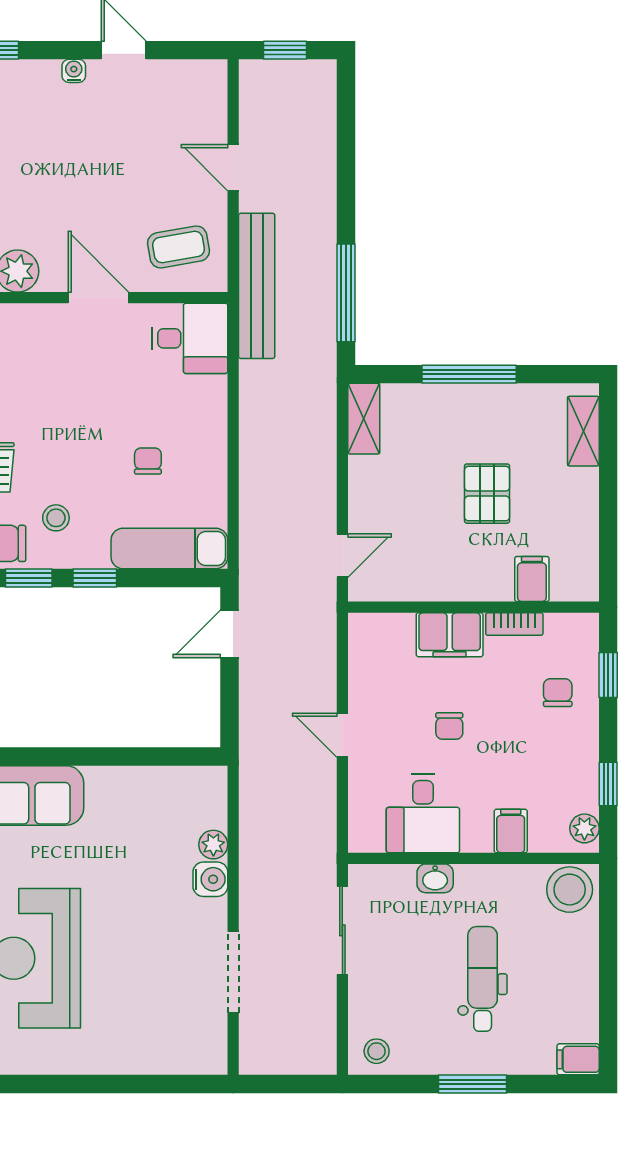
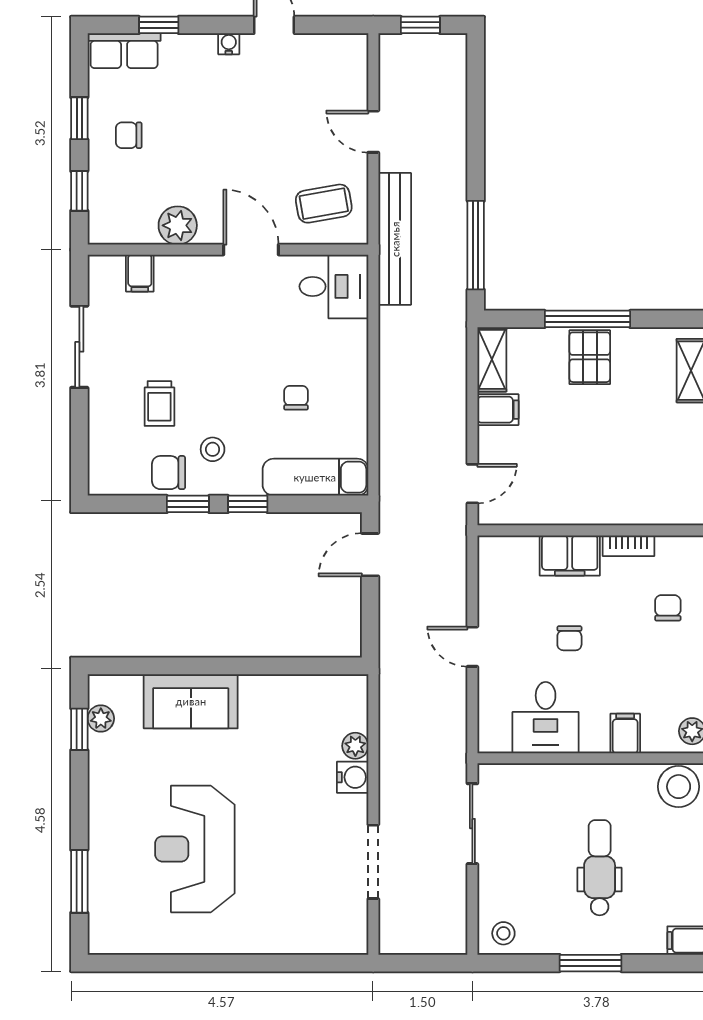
pallet: (487, 494) -> (590, 357), moved
filing cabinet: (532, 579) -> (498, 410), moved, turned 90
washbasin: (435, 878) -> (557, 776), removed

